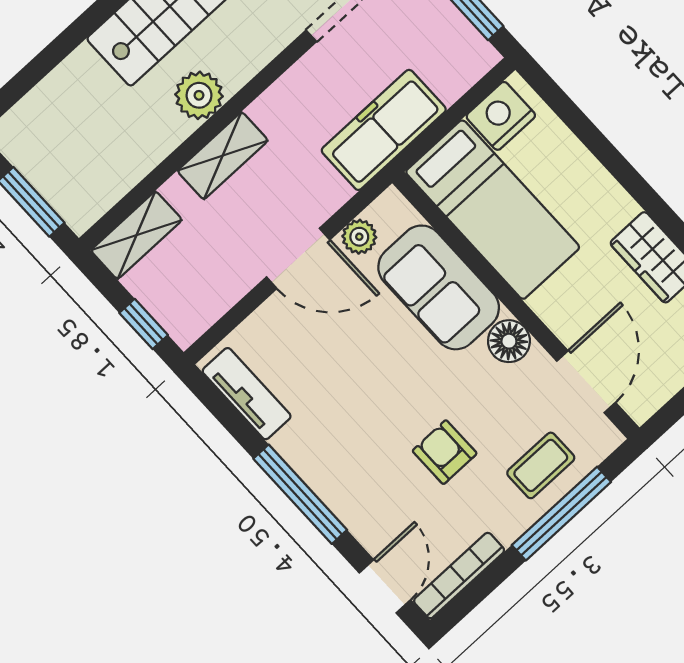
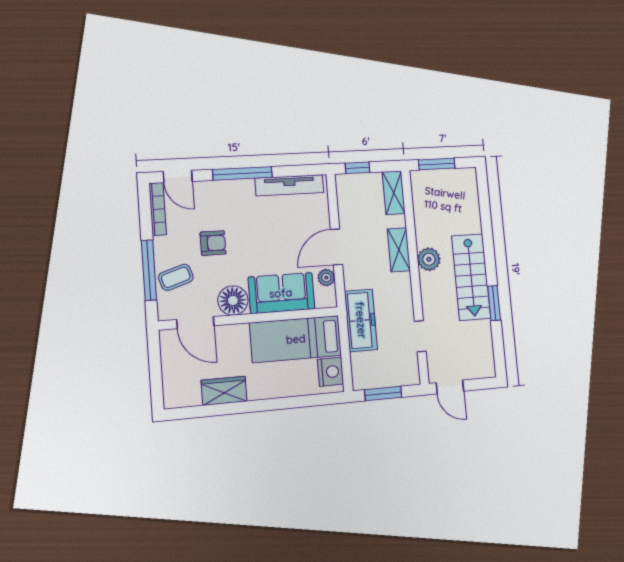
floor lamp: (509, 341) -> (233, 300), width x1.38, depth x1.38
tv unit: (247, 394) -> (289, 185), width x1.41
coffee table: (541, 465) -> (176, 277), turned 72

